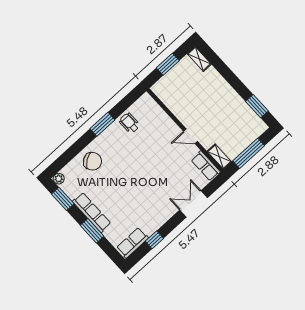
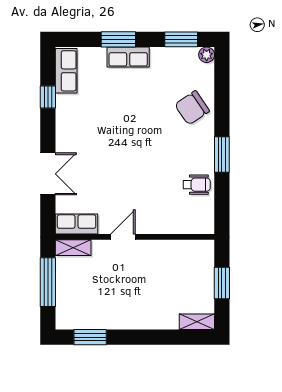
row of seats: (92, 212) -> (128, 57), width x0.68

